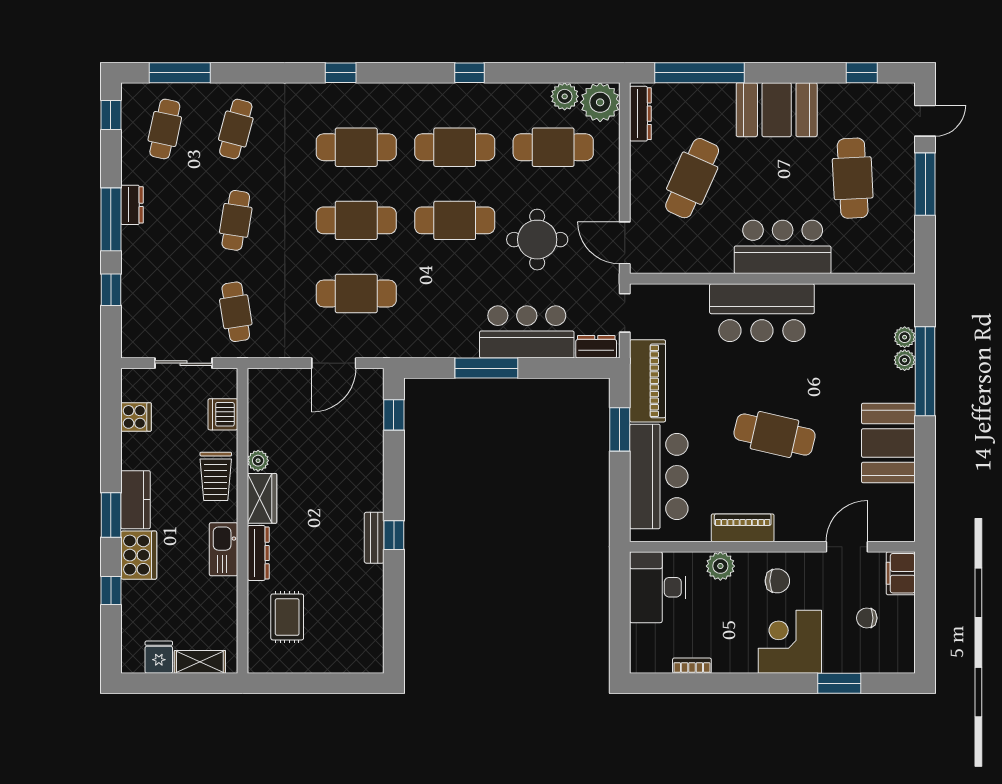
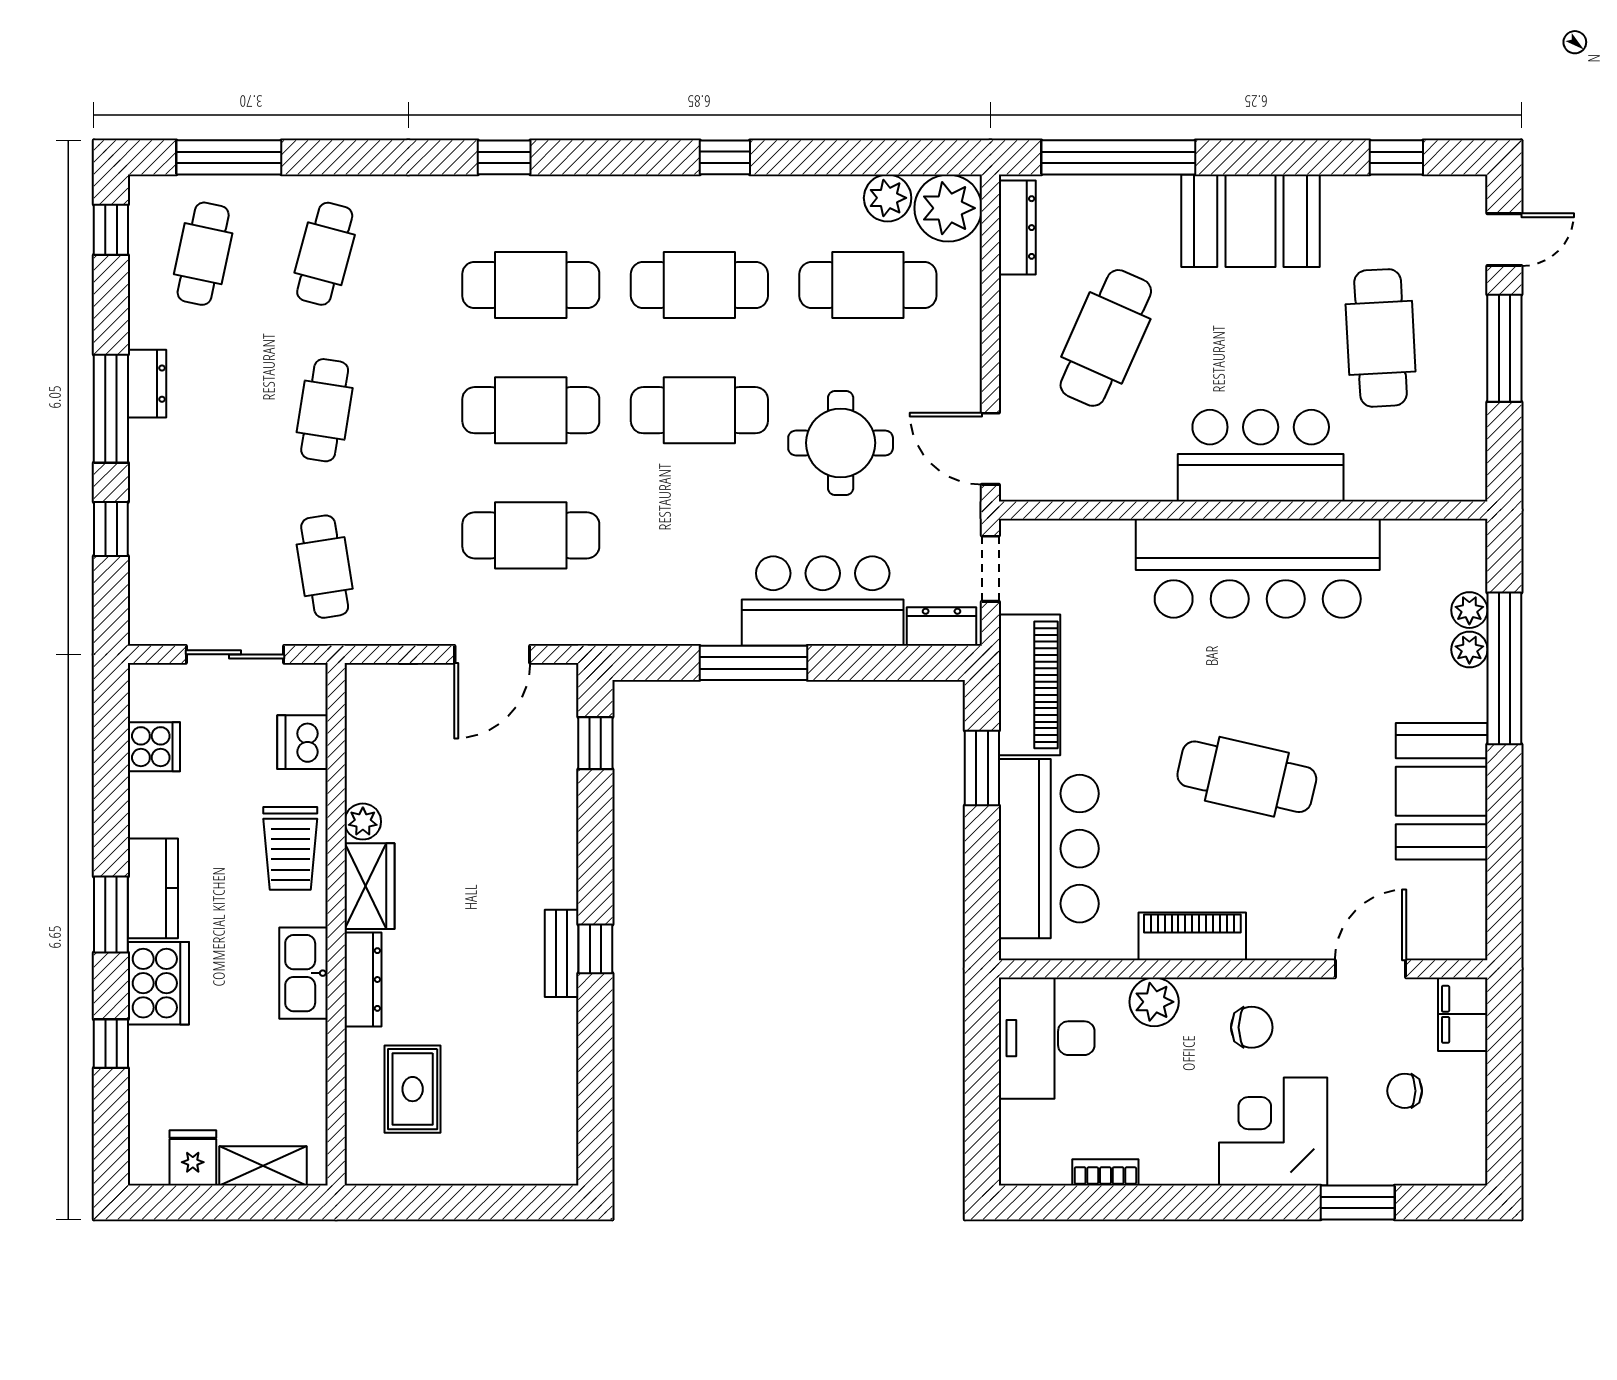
bar counter: (762, 313) -> (1258, 568), width x1.36

